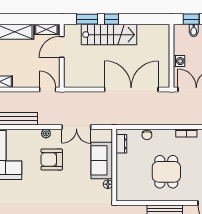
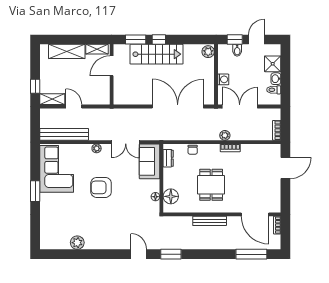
plant: (163, 32) -> (208, 52), added
door: (48, 90) -> (74, 107), moved
plant: (181, 120) -> (225, 135), added
armchair: (52, 159) -> (101, 187), moved
sofa: (102, 160) -> (150, 161), moved
floor lamp: (124, 184) -> (171, 196), added

